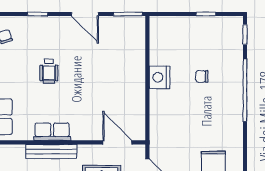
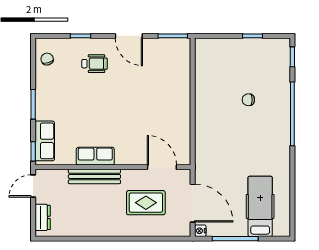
wheelchair: (49, 71) -> (94, 64), moved, turned -90
nightstand: (160, 77) -> (205, 101), removed

